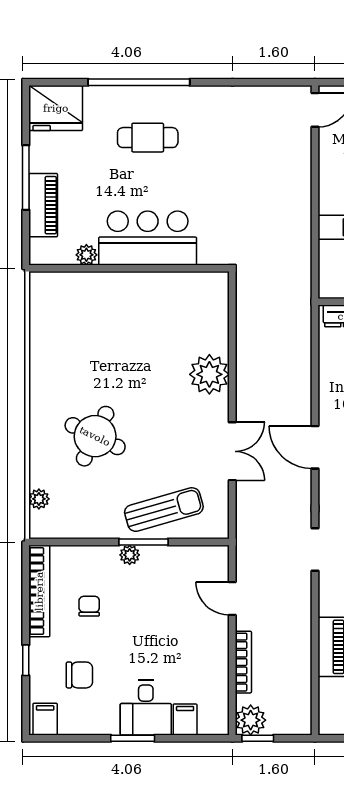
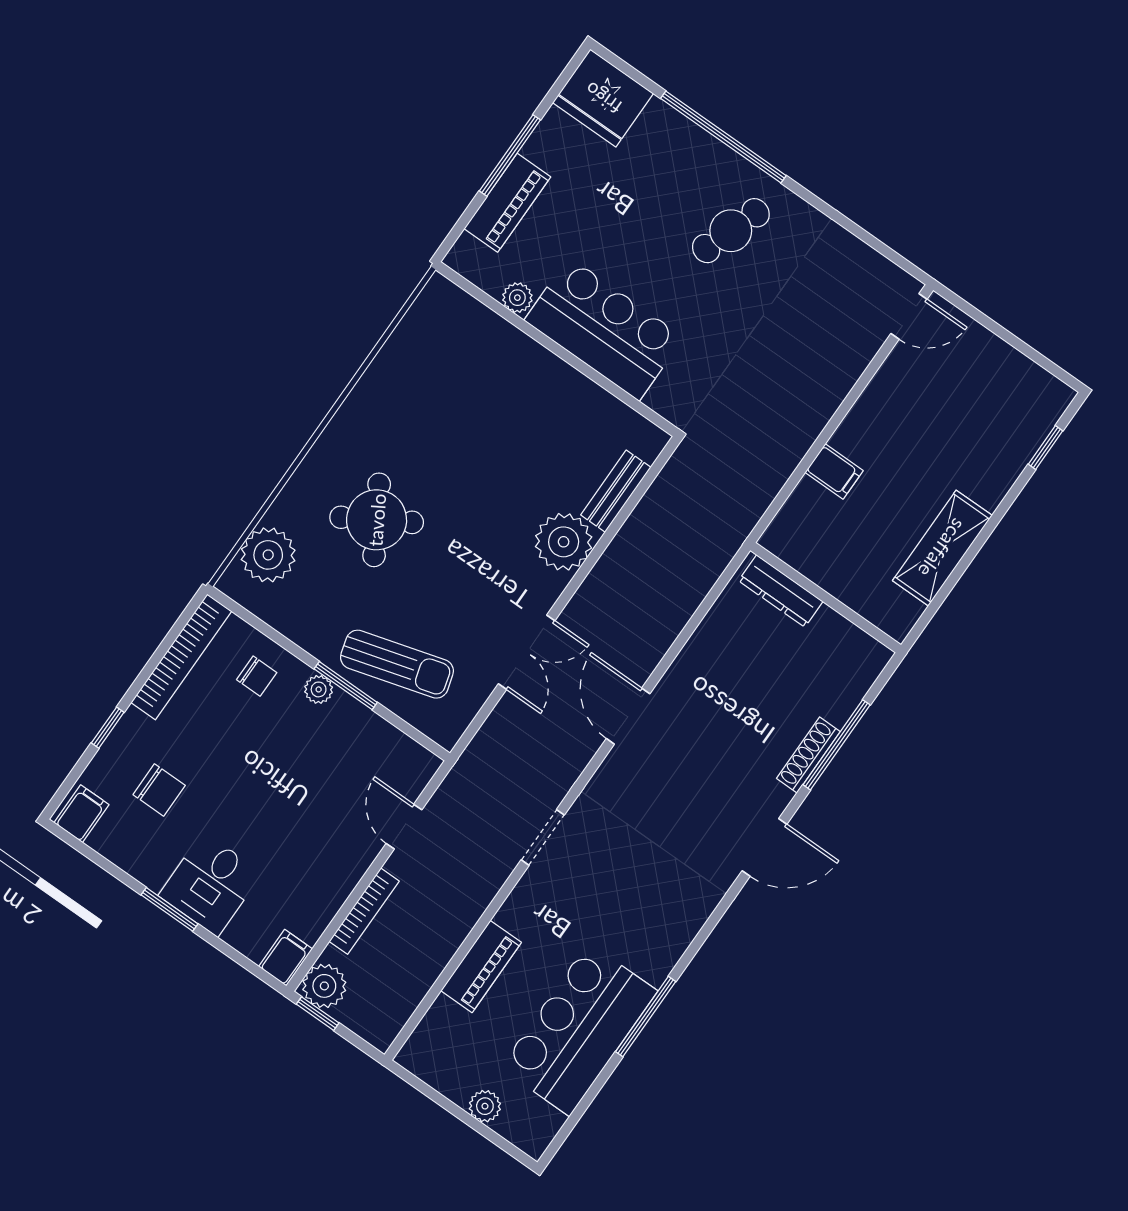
cafe table: (148, 138) -> (731, 231), moved, turned -71
bench: (219, 325) -> (616, 491), added
round table: (95, 436) -> (377, 520), turned 33
plant: (39, 499) -> (268, 555), width x1.87, depth x1.87
chair: (89, 606) -> (257, 676), moved, turned 90
filing cabinet: (185, 720) -> (286, 958), moved

